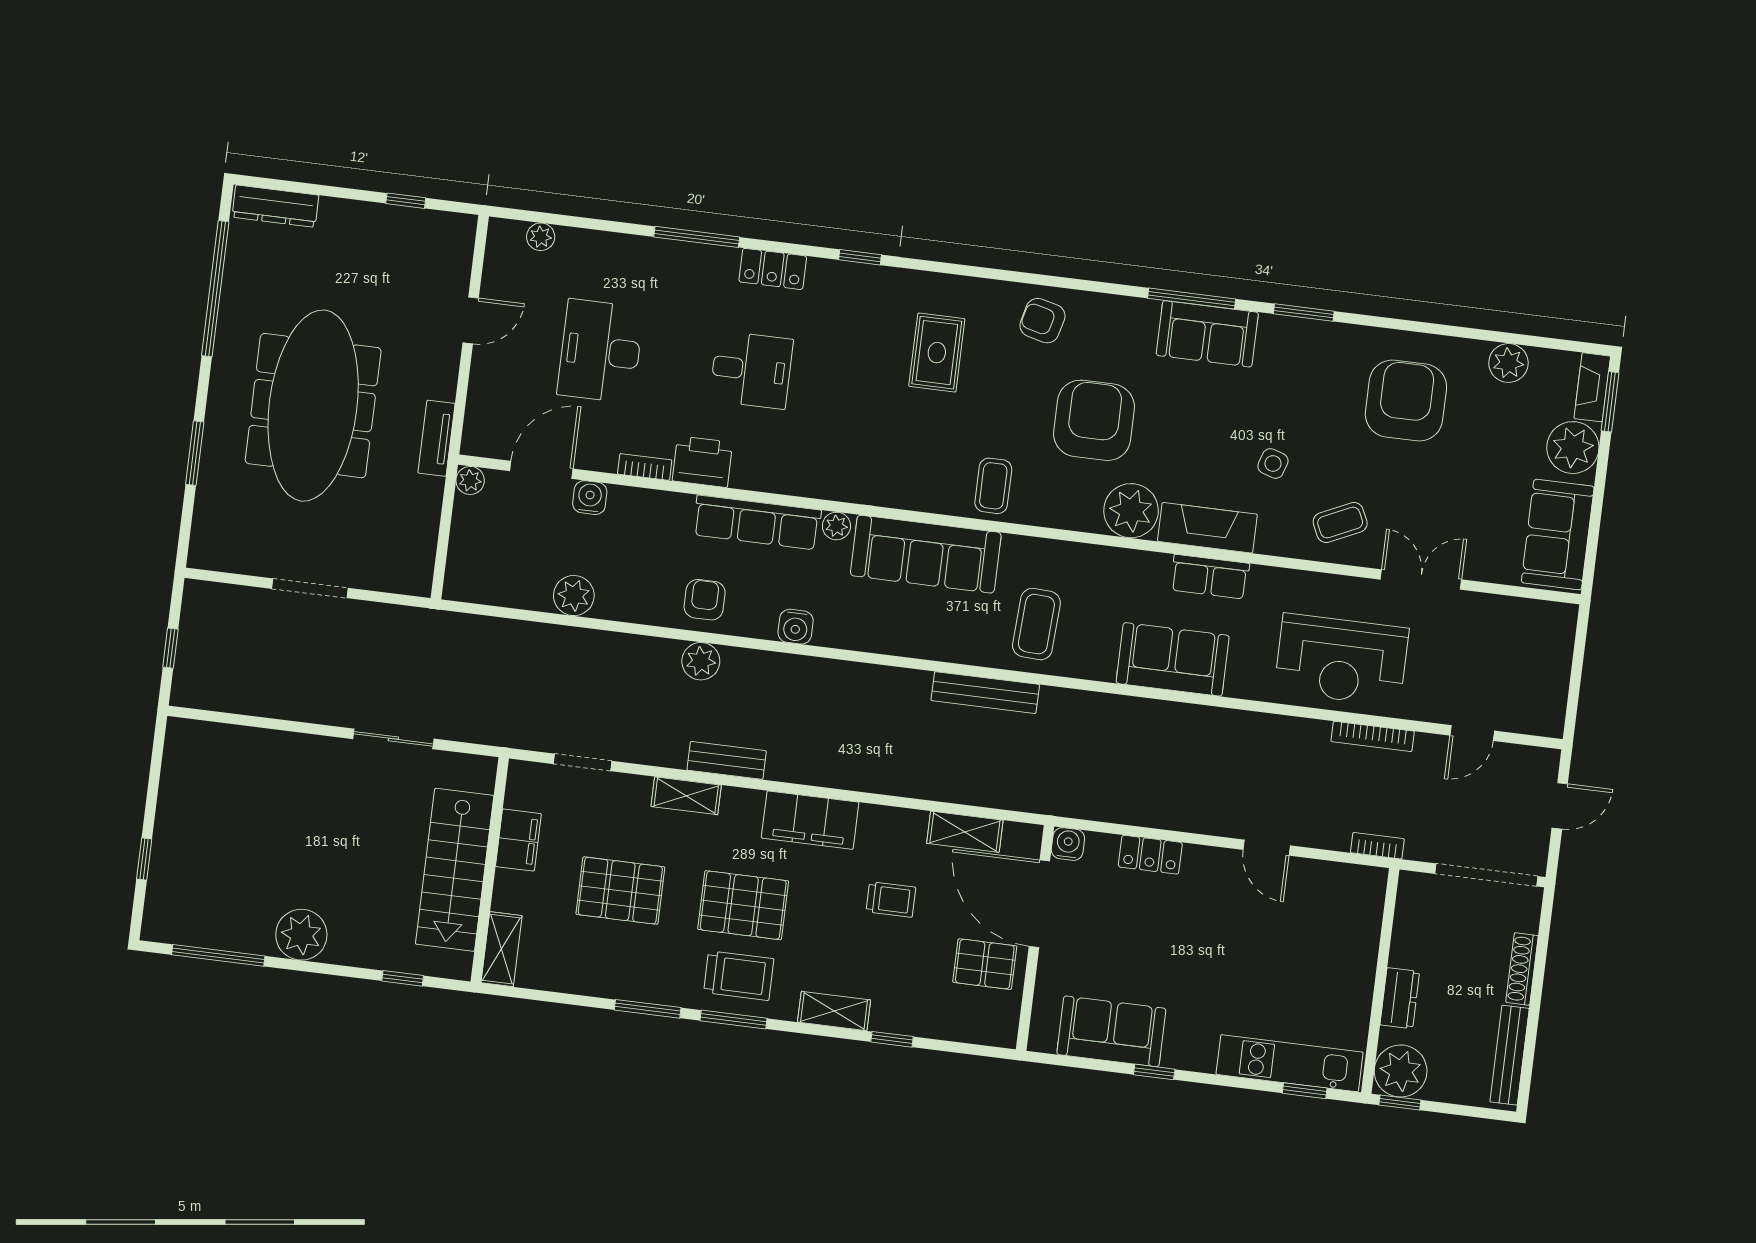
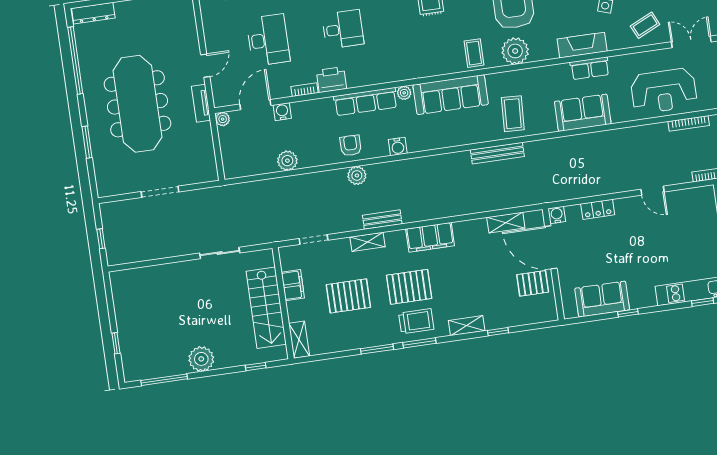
door: (471, 320) -> (205, 66), moved
desk: (600, 351) -> (268, 40), turned 180
plant: (1131, 511) -> (515, 51), moved
trolley: (891, 899) -> (479, 265), removed

